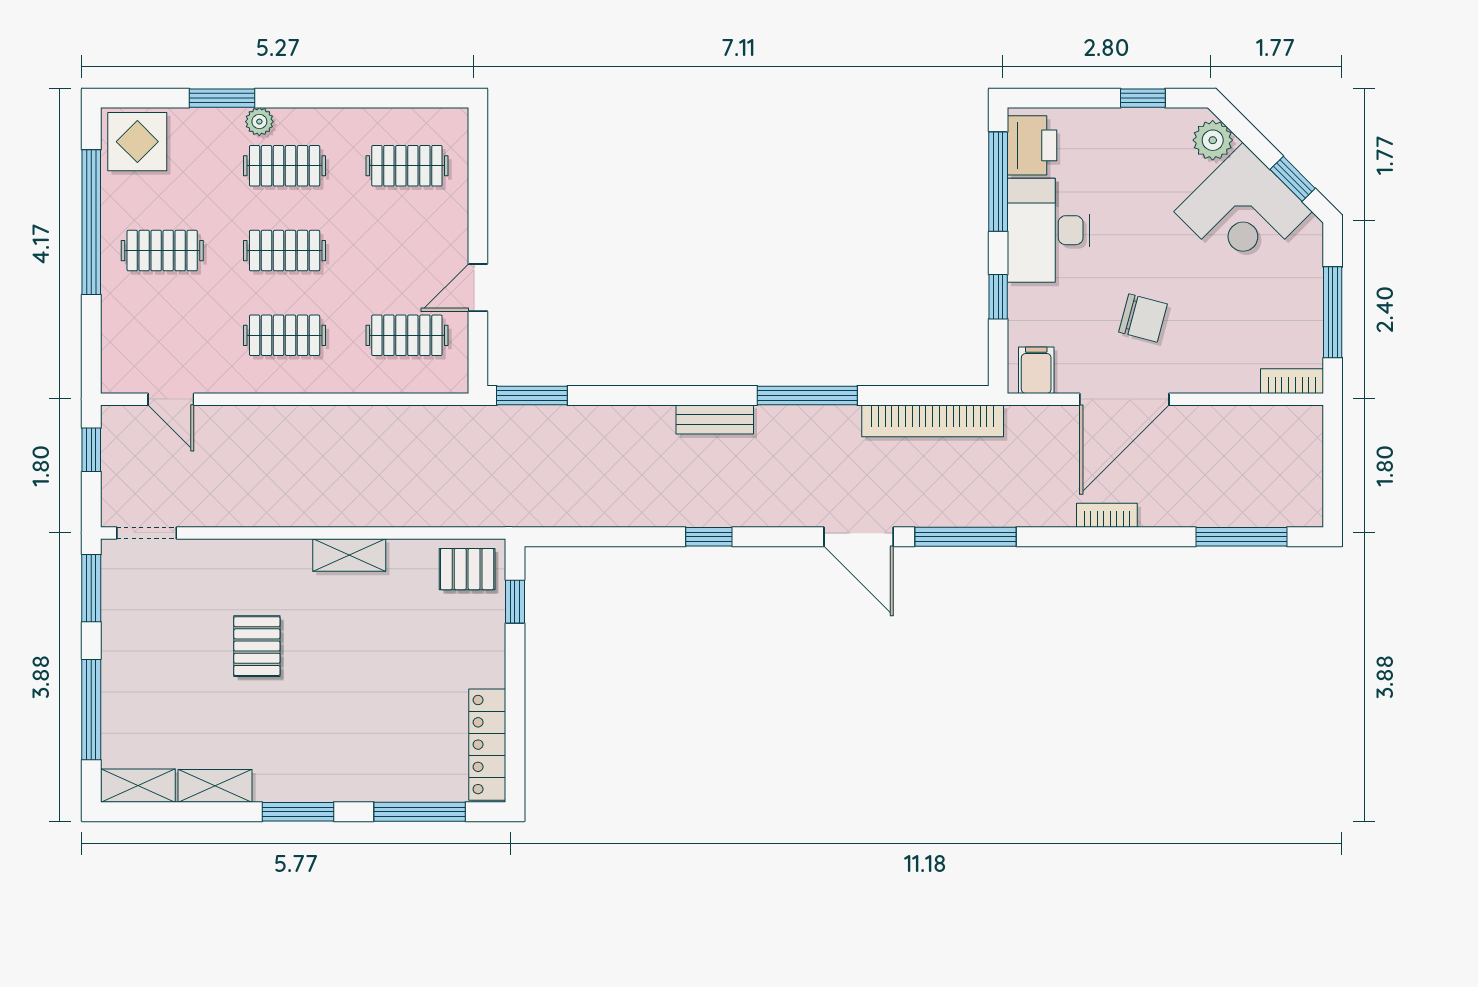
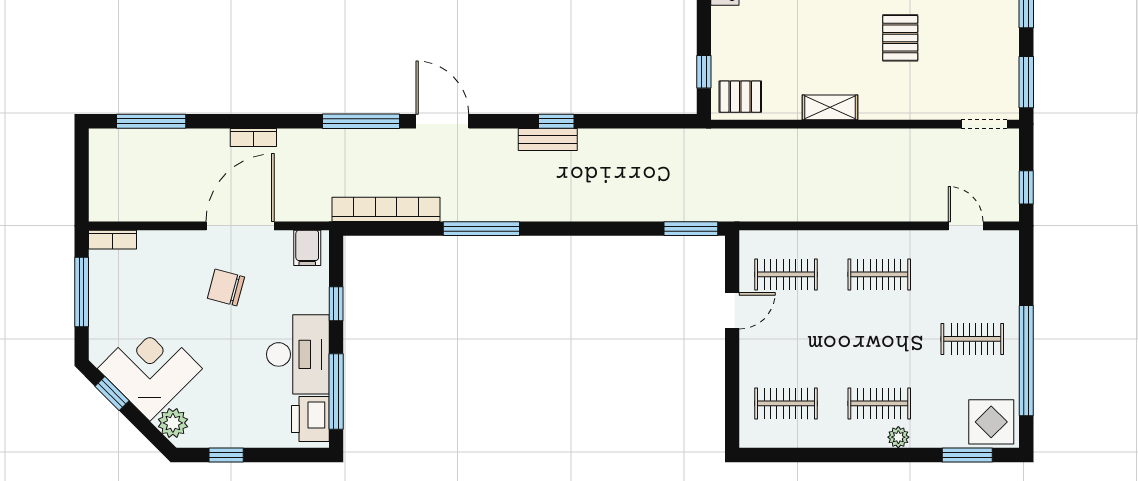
window: (222, 98) -> (967, 455), moved
clothes rail: (285, 251) -> (879, 339), removed
bench: (715, 419) -> (548, 139), moved

